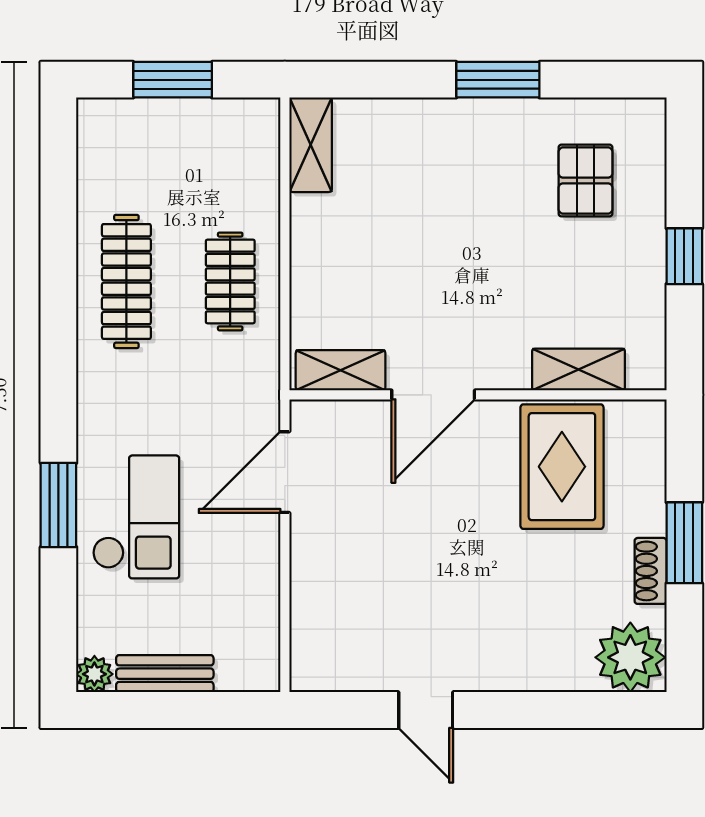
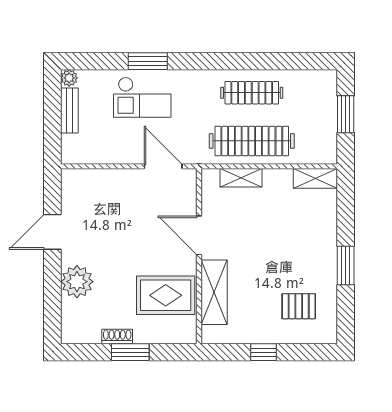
clothes rail: (230, 281) -> (252, 141), width x1.86, depth x1.31
shelving: (578, 369) -> (214, 292), width x1.50, depth x1.33
shelving: (341, 370) -> (241, 178), moved, turned 90
plant: (630, 657) -> (77, 282), moved
door: (426, 710) -> (52, 232), width x1.38

